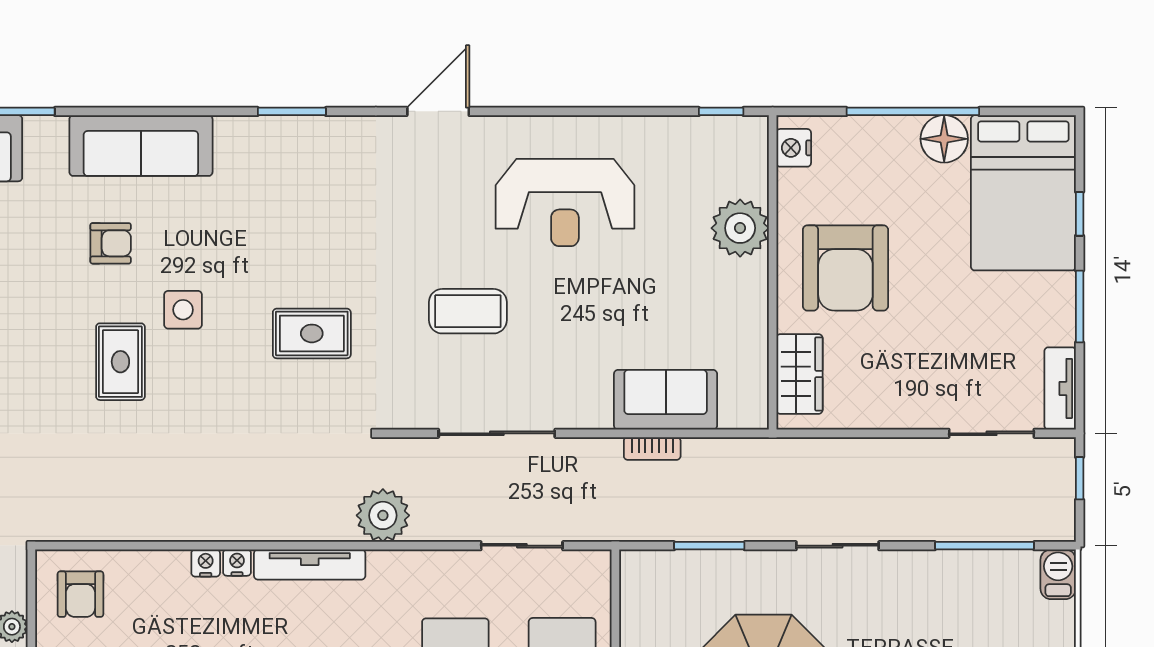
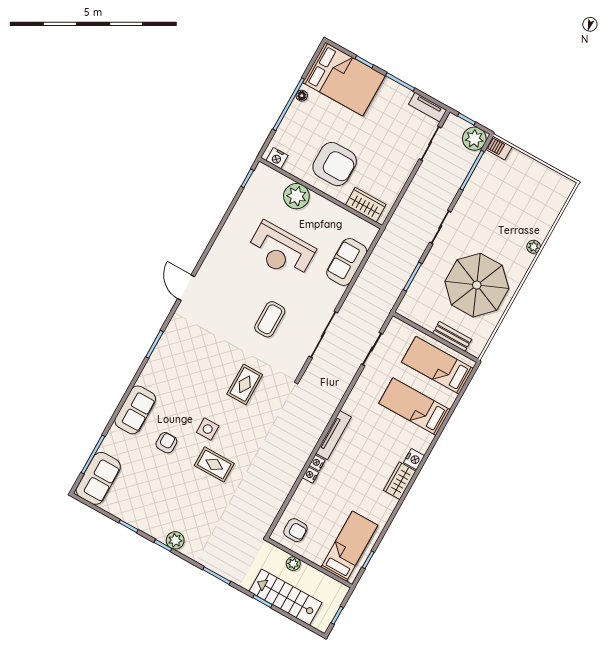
floor lamp: (944, 139) -> (302, 96), width x0.53, depth x0.53
sofa: (141, 146) -> (135, 410), width x0.73
reception desk: (565, 202) -> (281, 251), moved, turned 90
bookcase: (652, 448) -> (363, 278), removed
plant: (383, 515) -> (474, 139), moved

